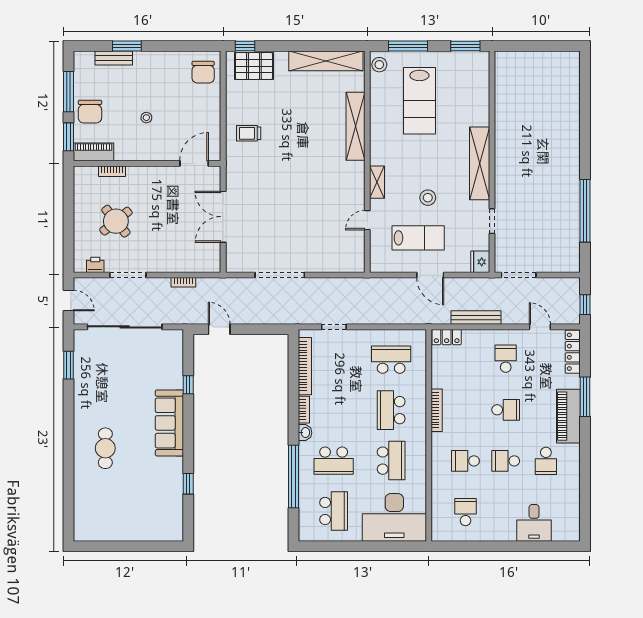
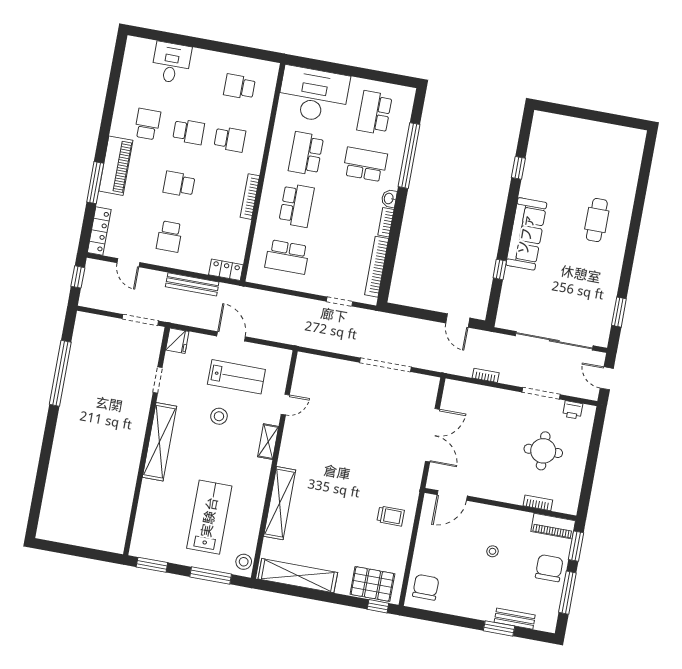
round table: (116, 221) -> (543, 451), turned 37
lab bench: (418, 238) -> (236, 377), turned 180
school desk: (466, 512) -> (239, 87), turned 90

